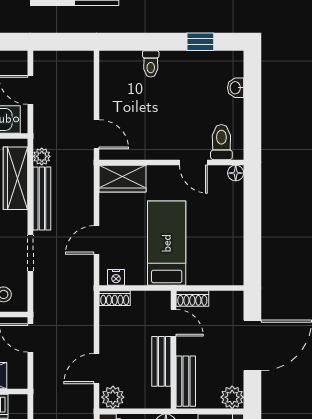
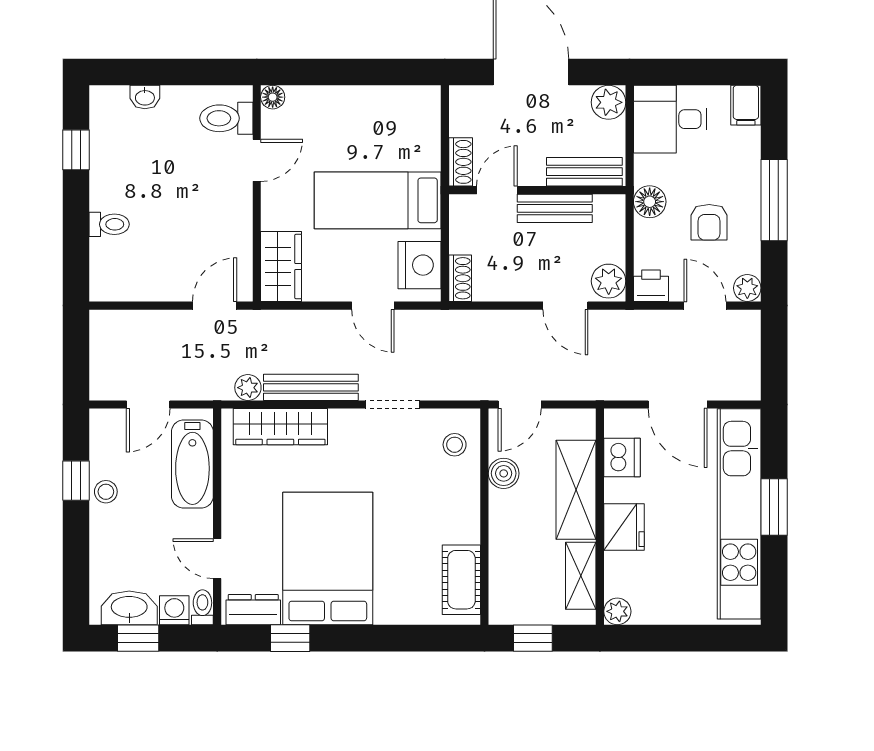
nightstand: (116, 277) -> (420, 265), width x1.89, depth x1.79

